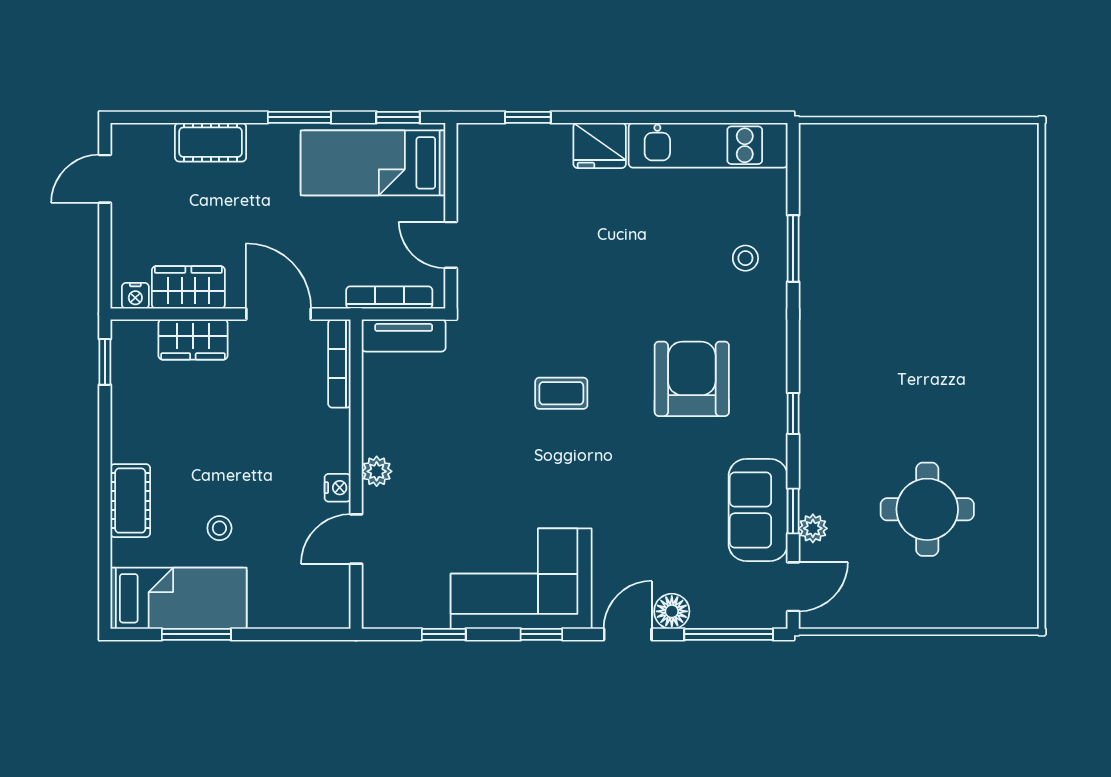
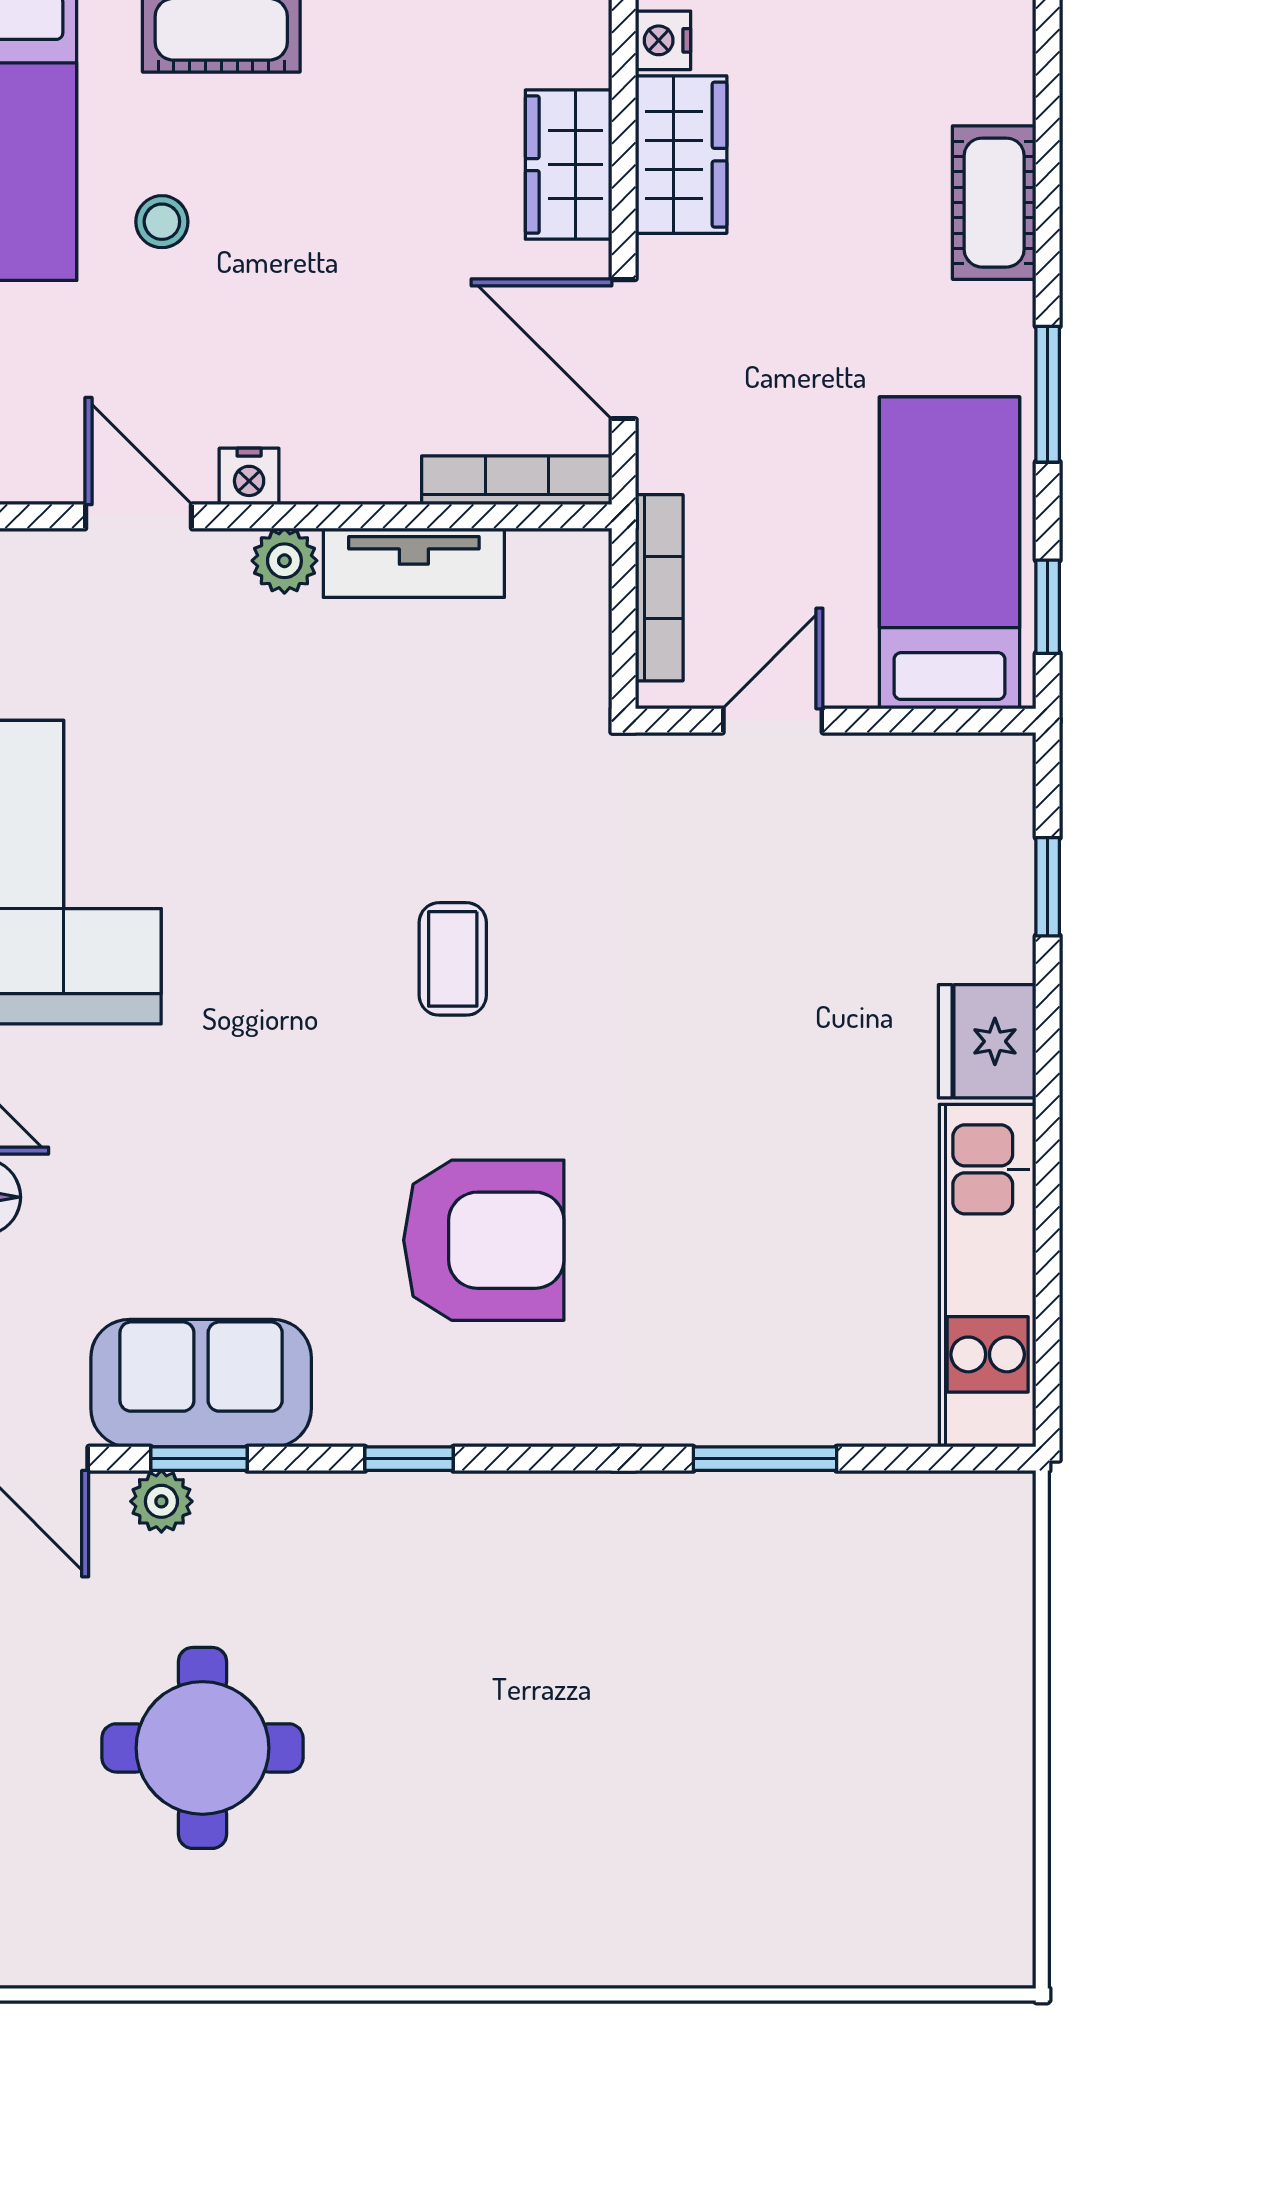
stool: (745, 258) -> (744, 1356), removed
door: (279, 314) -> (624, 349), swing flipped
tv unit: (404, 335) -> (414, 563), moved, turned -90

